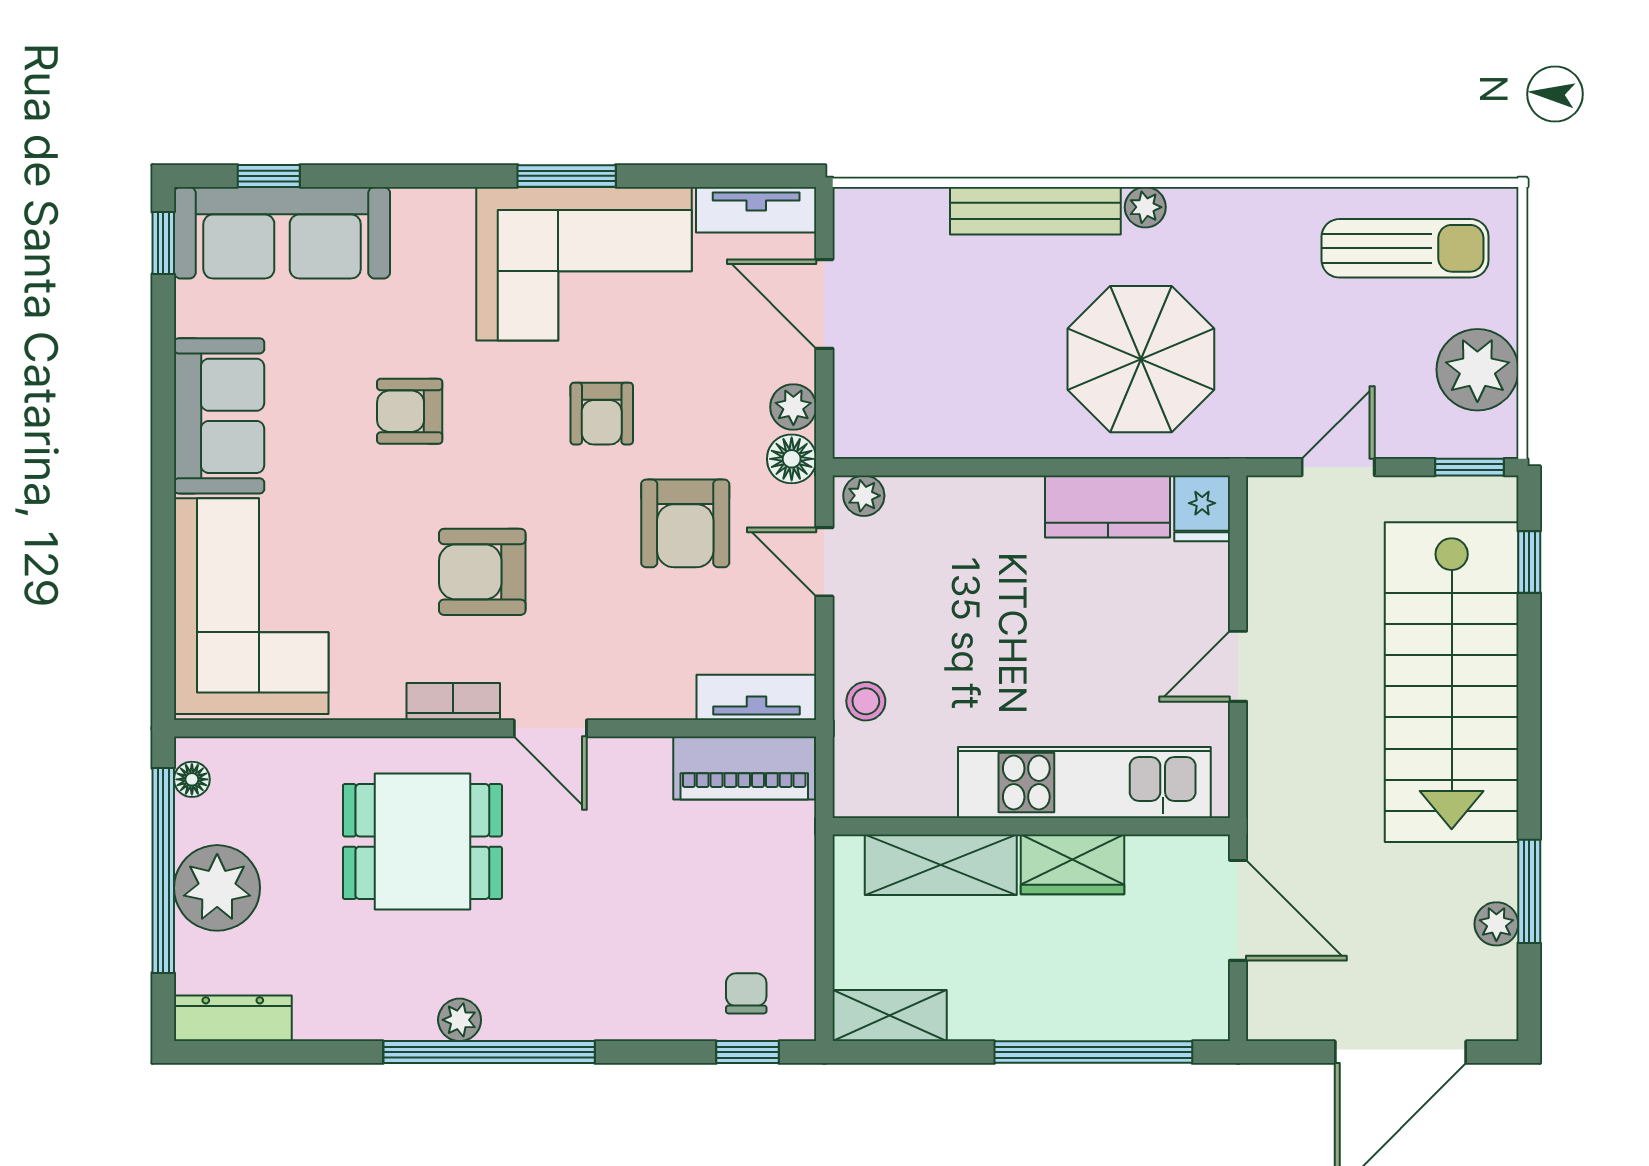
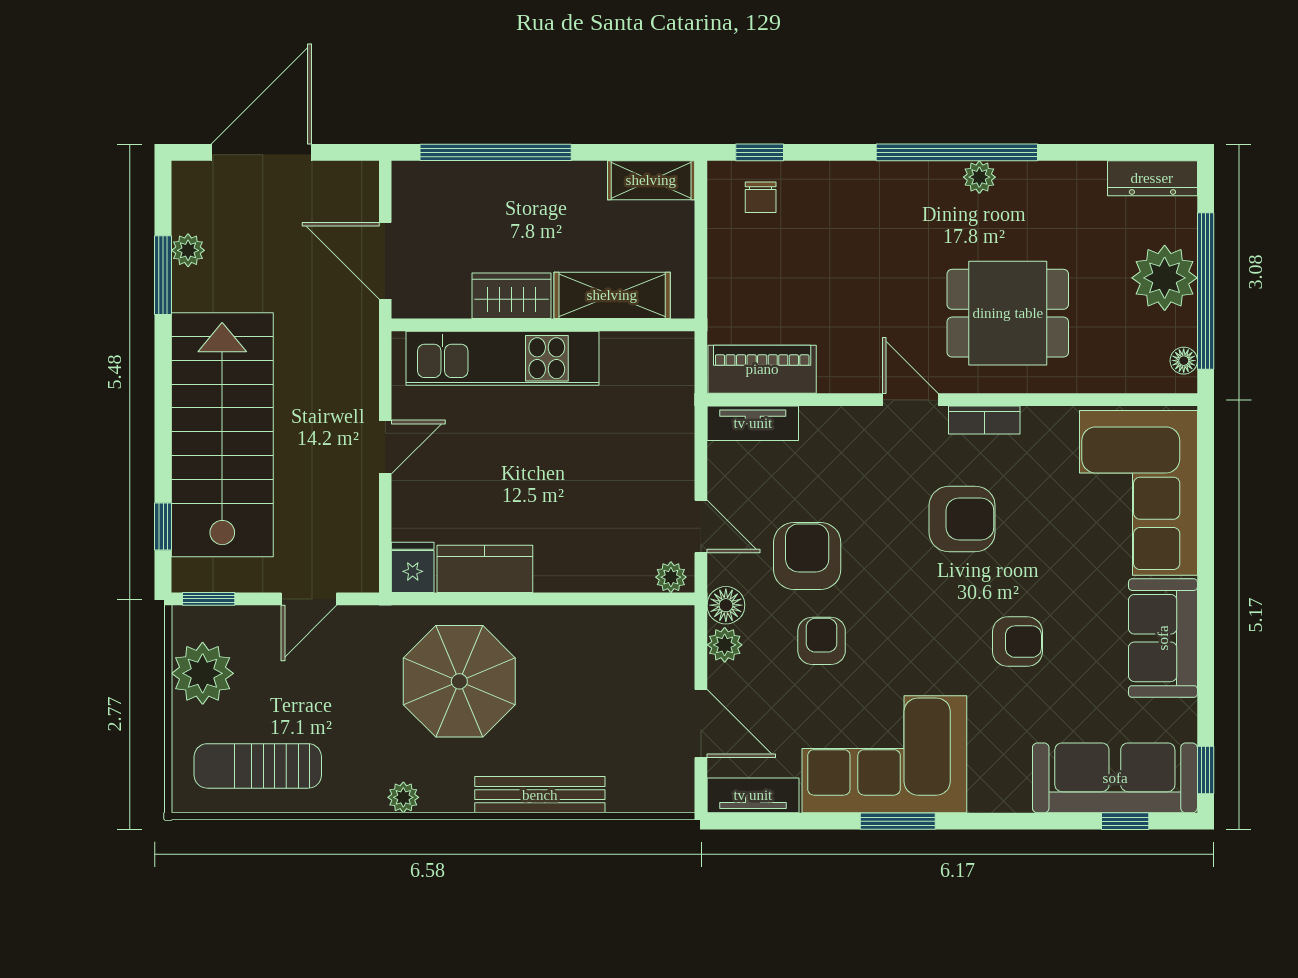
plant: (1145, 207) -> (403, 797), moved
armchair: (602, 414) -> (822, 641), moved
stool: (866, 701) -> (669, 420), removed

